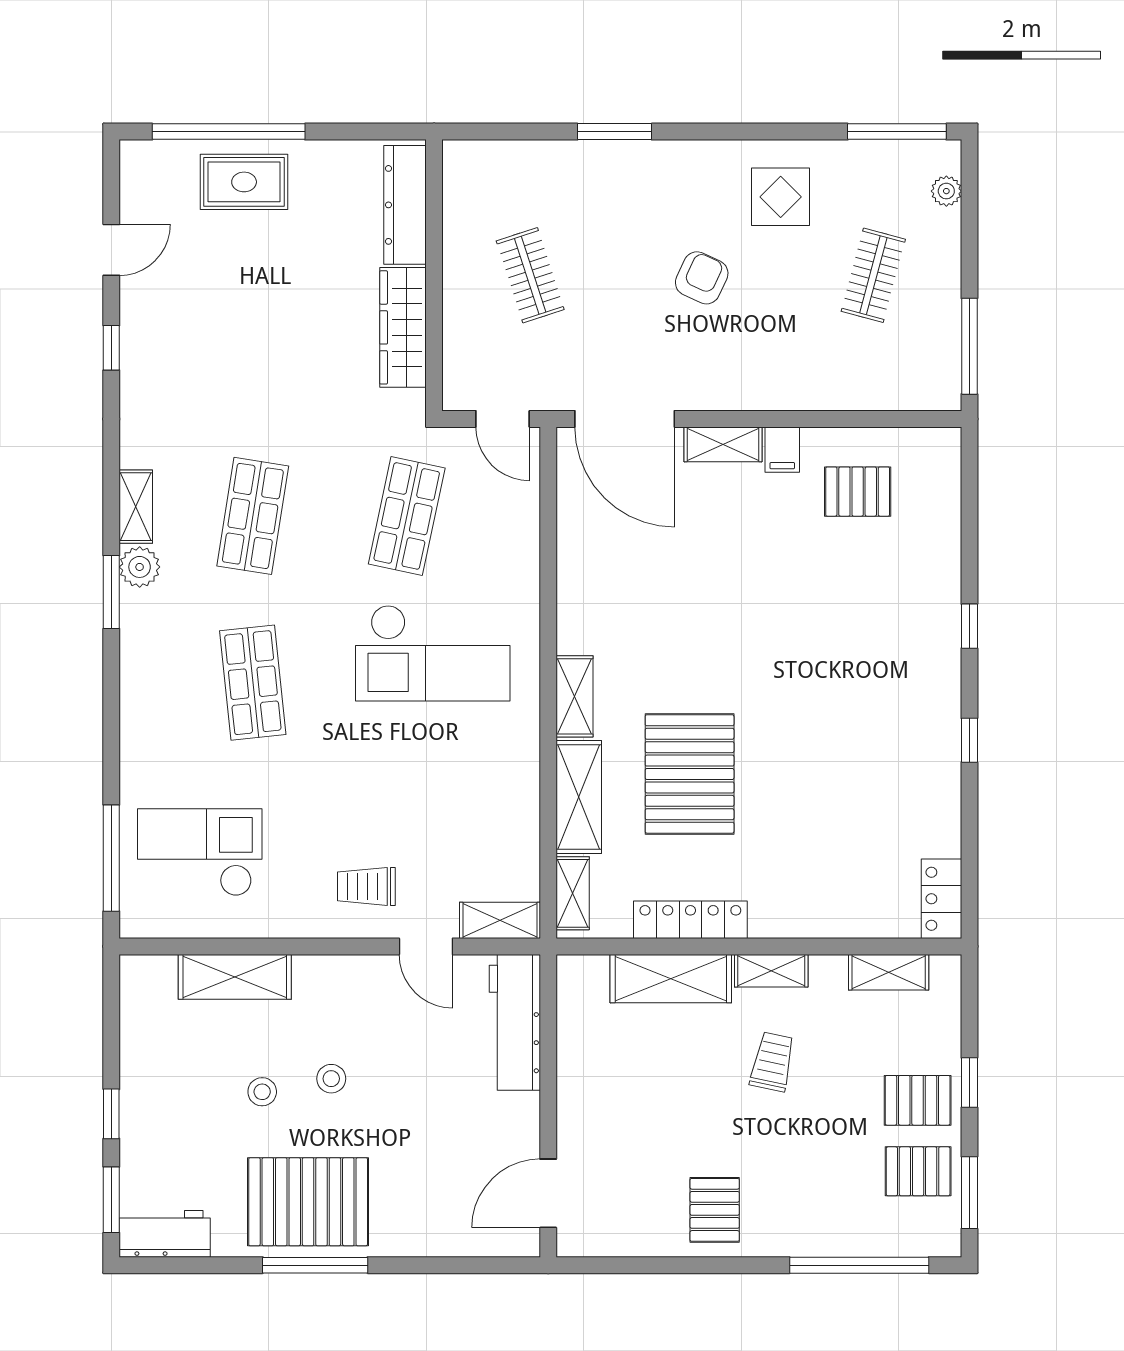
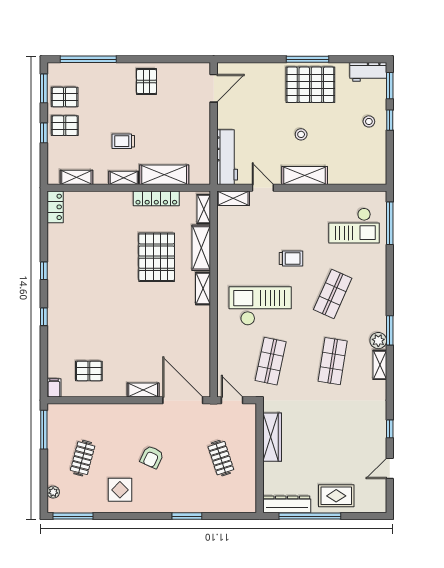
window: (229, 132) -> (310, 516), moved
dresser: (405, 205) -> (287, 504), moved, turned -90
filing cabinet: (782, 450) -> (54, 388), moved
shop shelf: (253, 683) -> (333, 294), turned 30
trolley: (366, 886) -> (291, 259), moved
shelving: (235, 977) -> (305, 175), moved
trolley: (772, 1062) -> (123, 141), turned 78
stool: (262, 1092) -> (369, 121), moved

